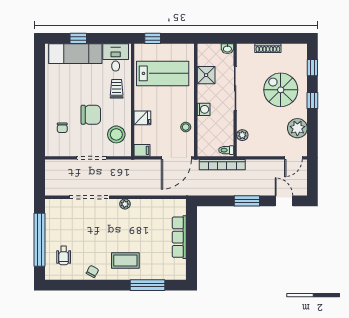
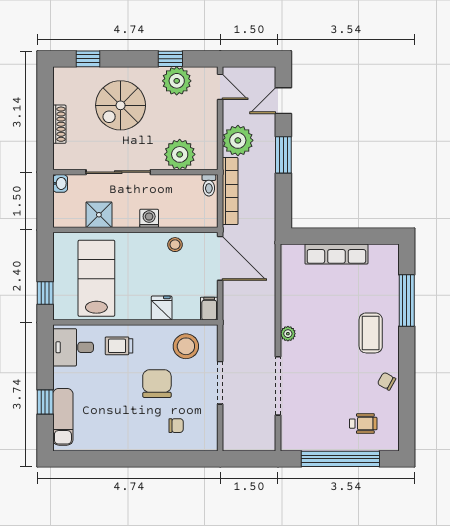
exam couch: (75, 54) -> (63, 417), width x0.73, depth x0.69
window: (312, 100) -> (170, 59), moved
plant: (242, 135) -> (180, 154), width x1.87, depth x1.87
plant: (257, 170) -> (238, 140), added

